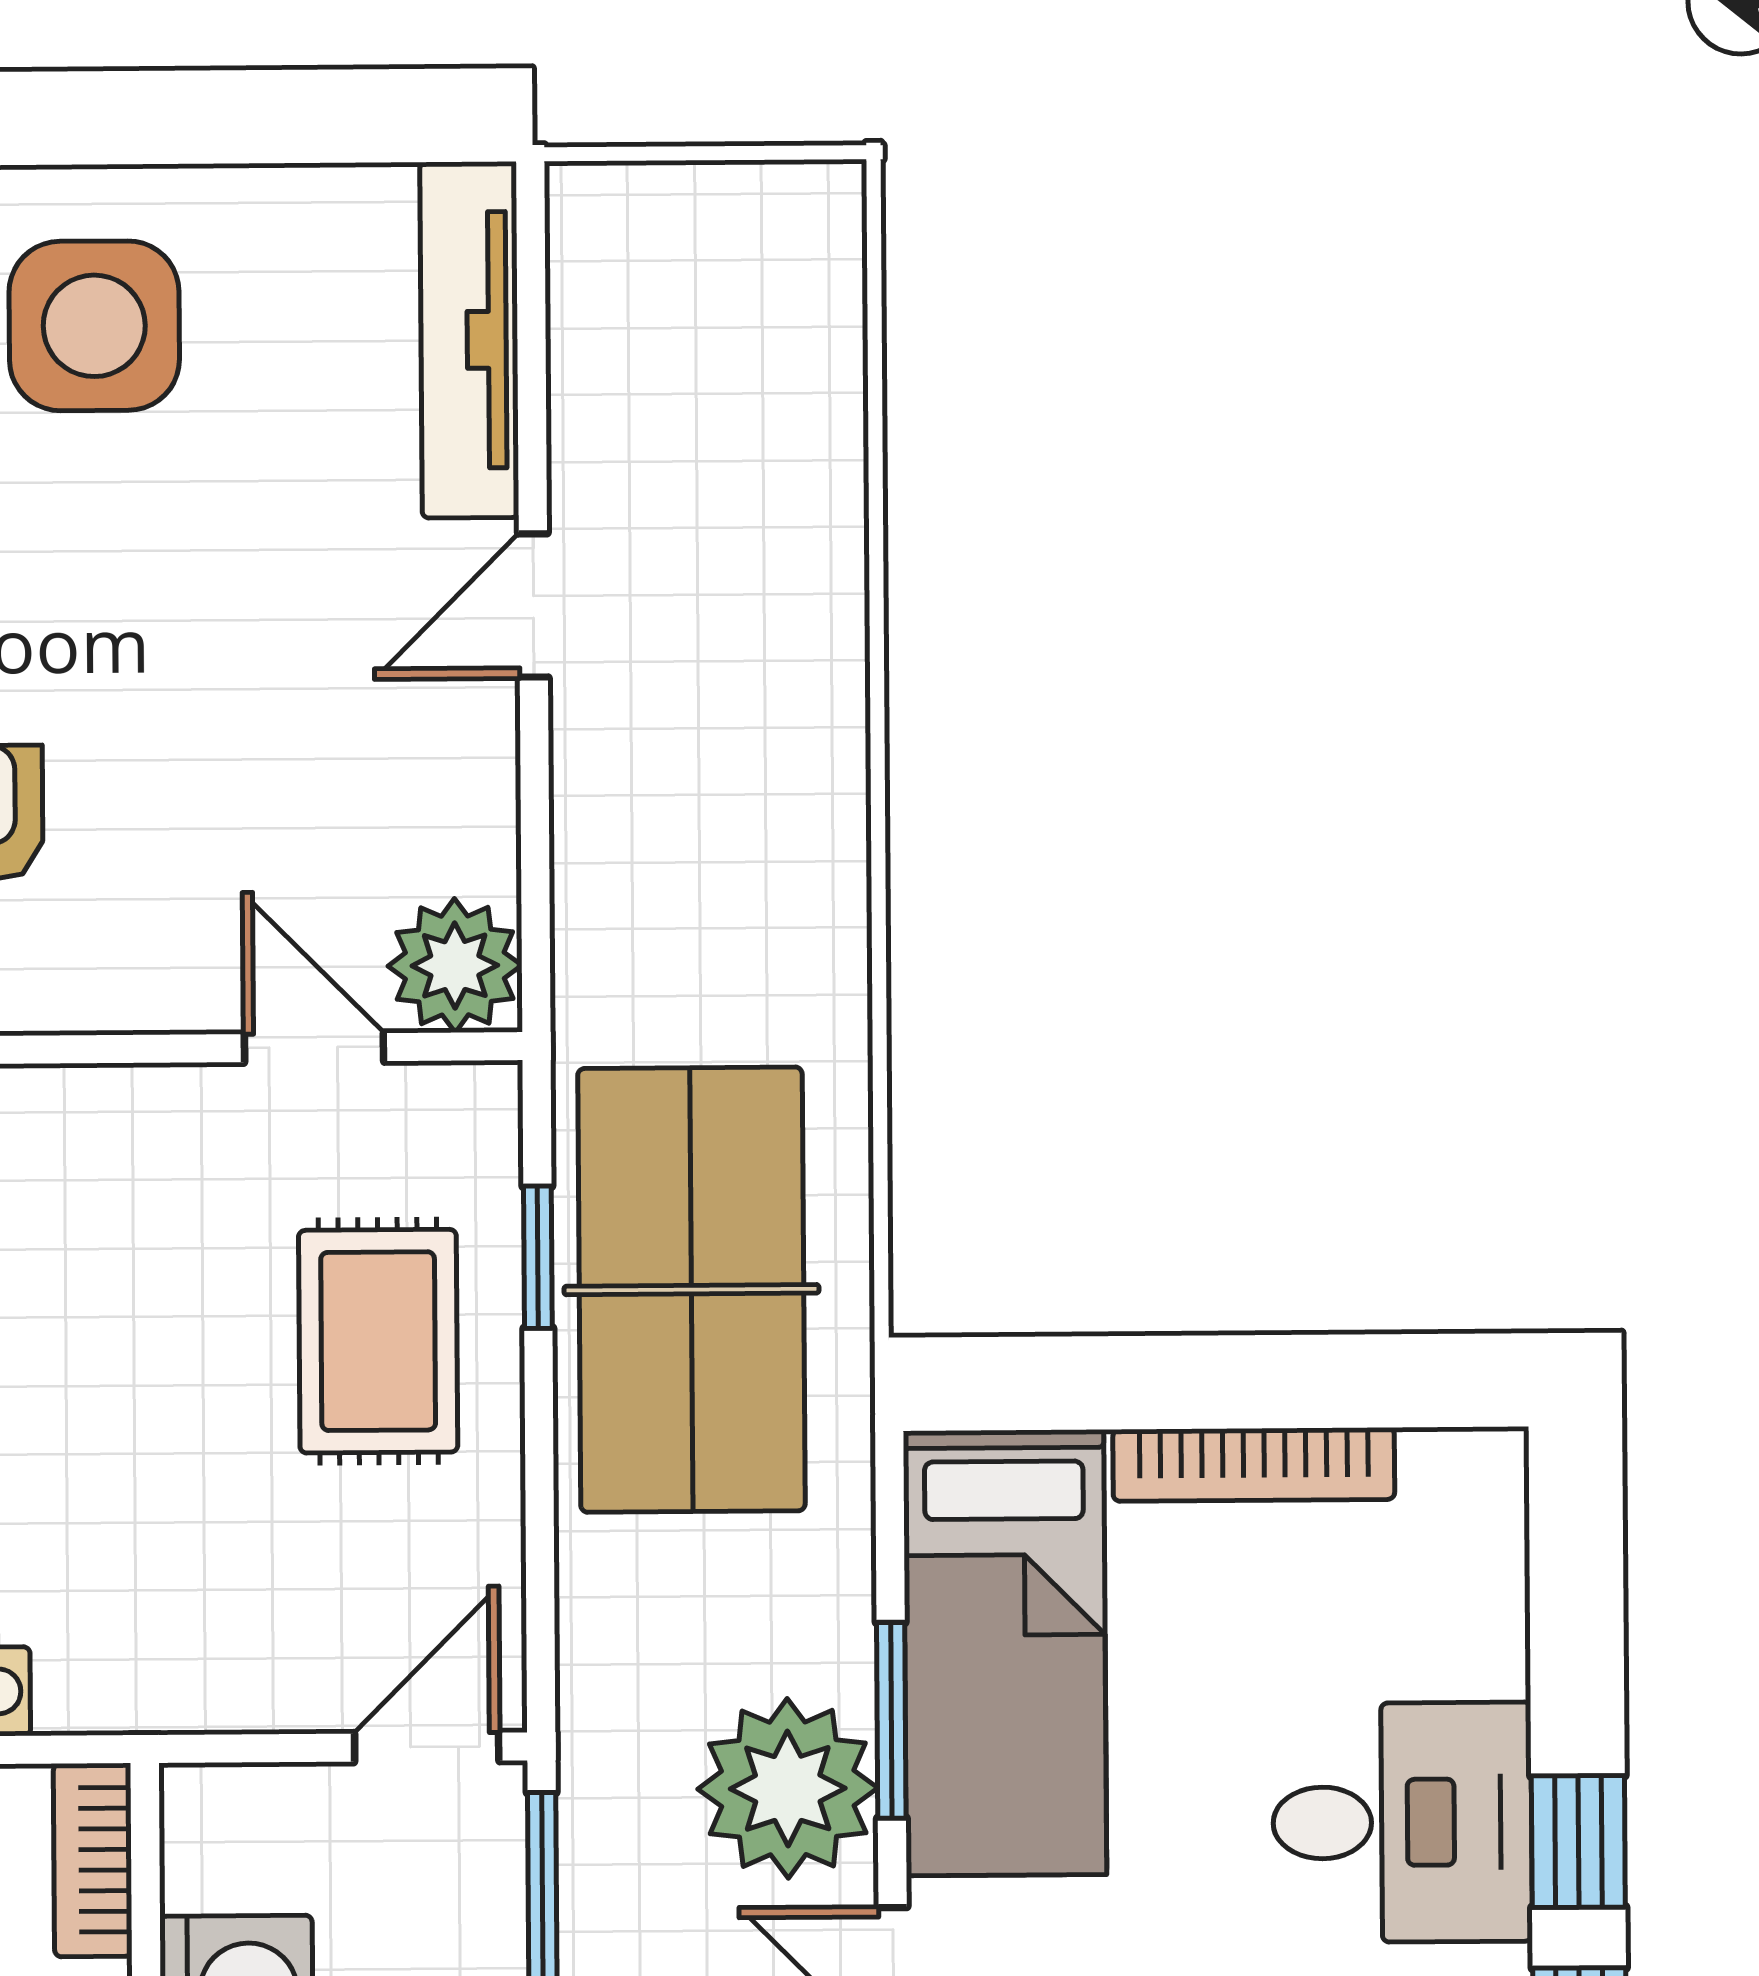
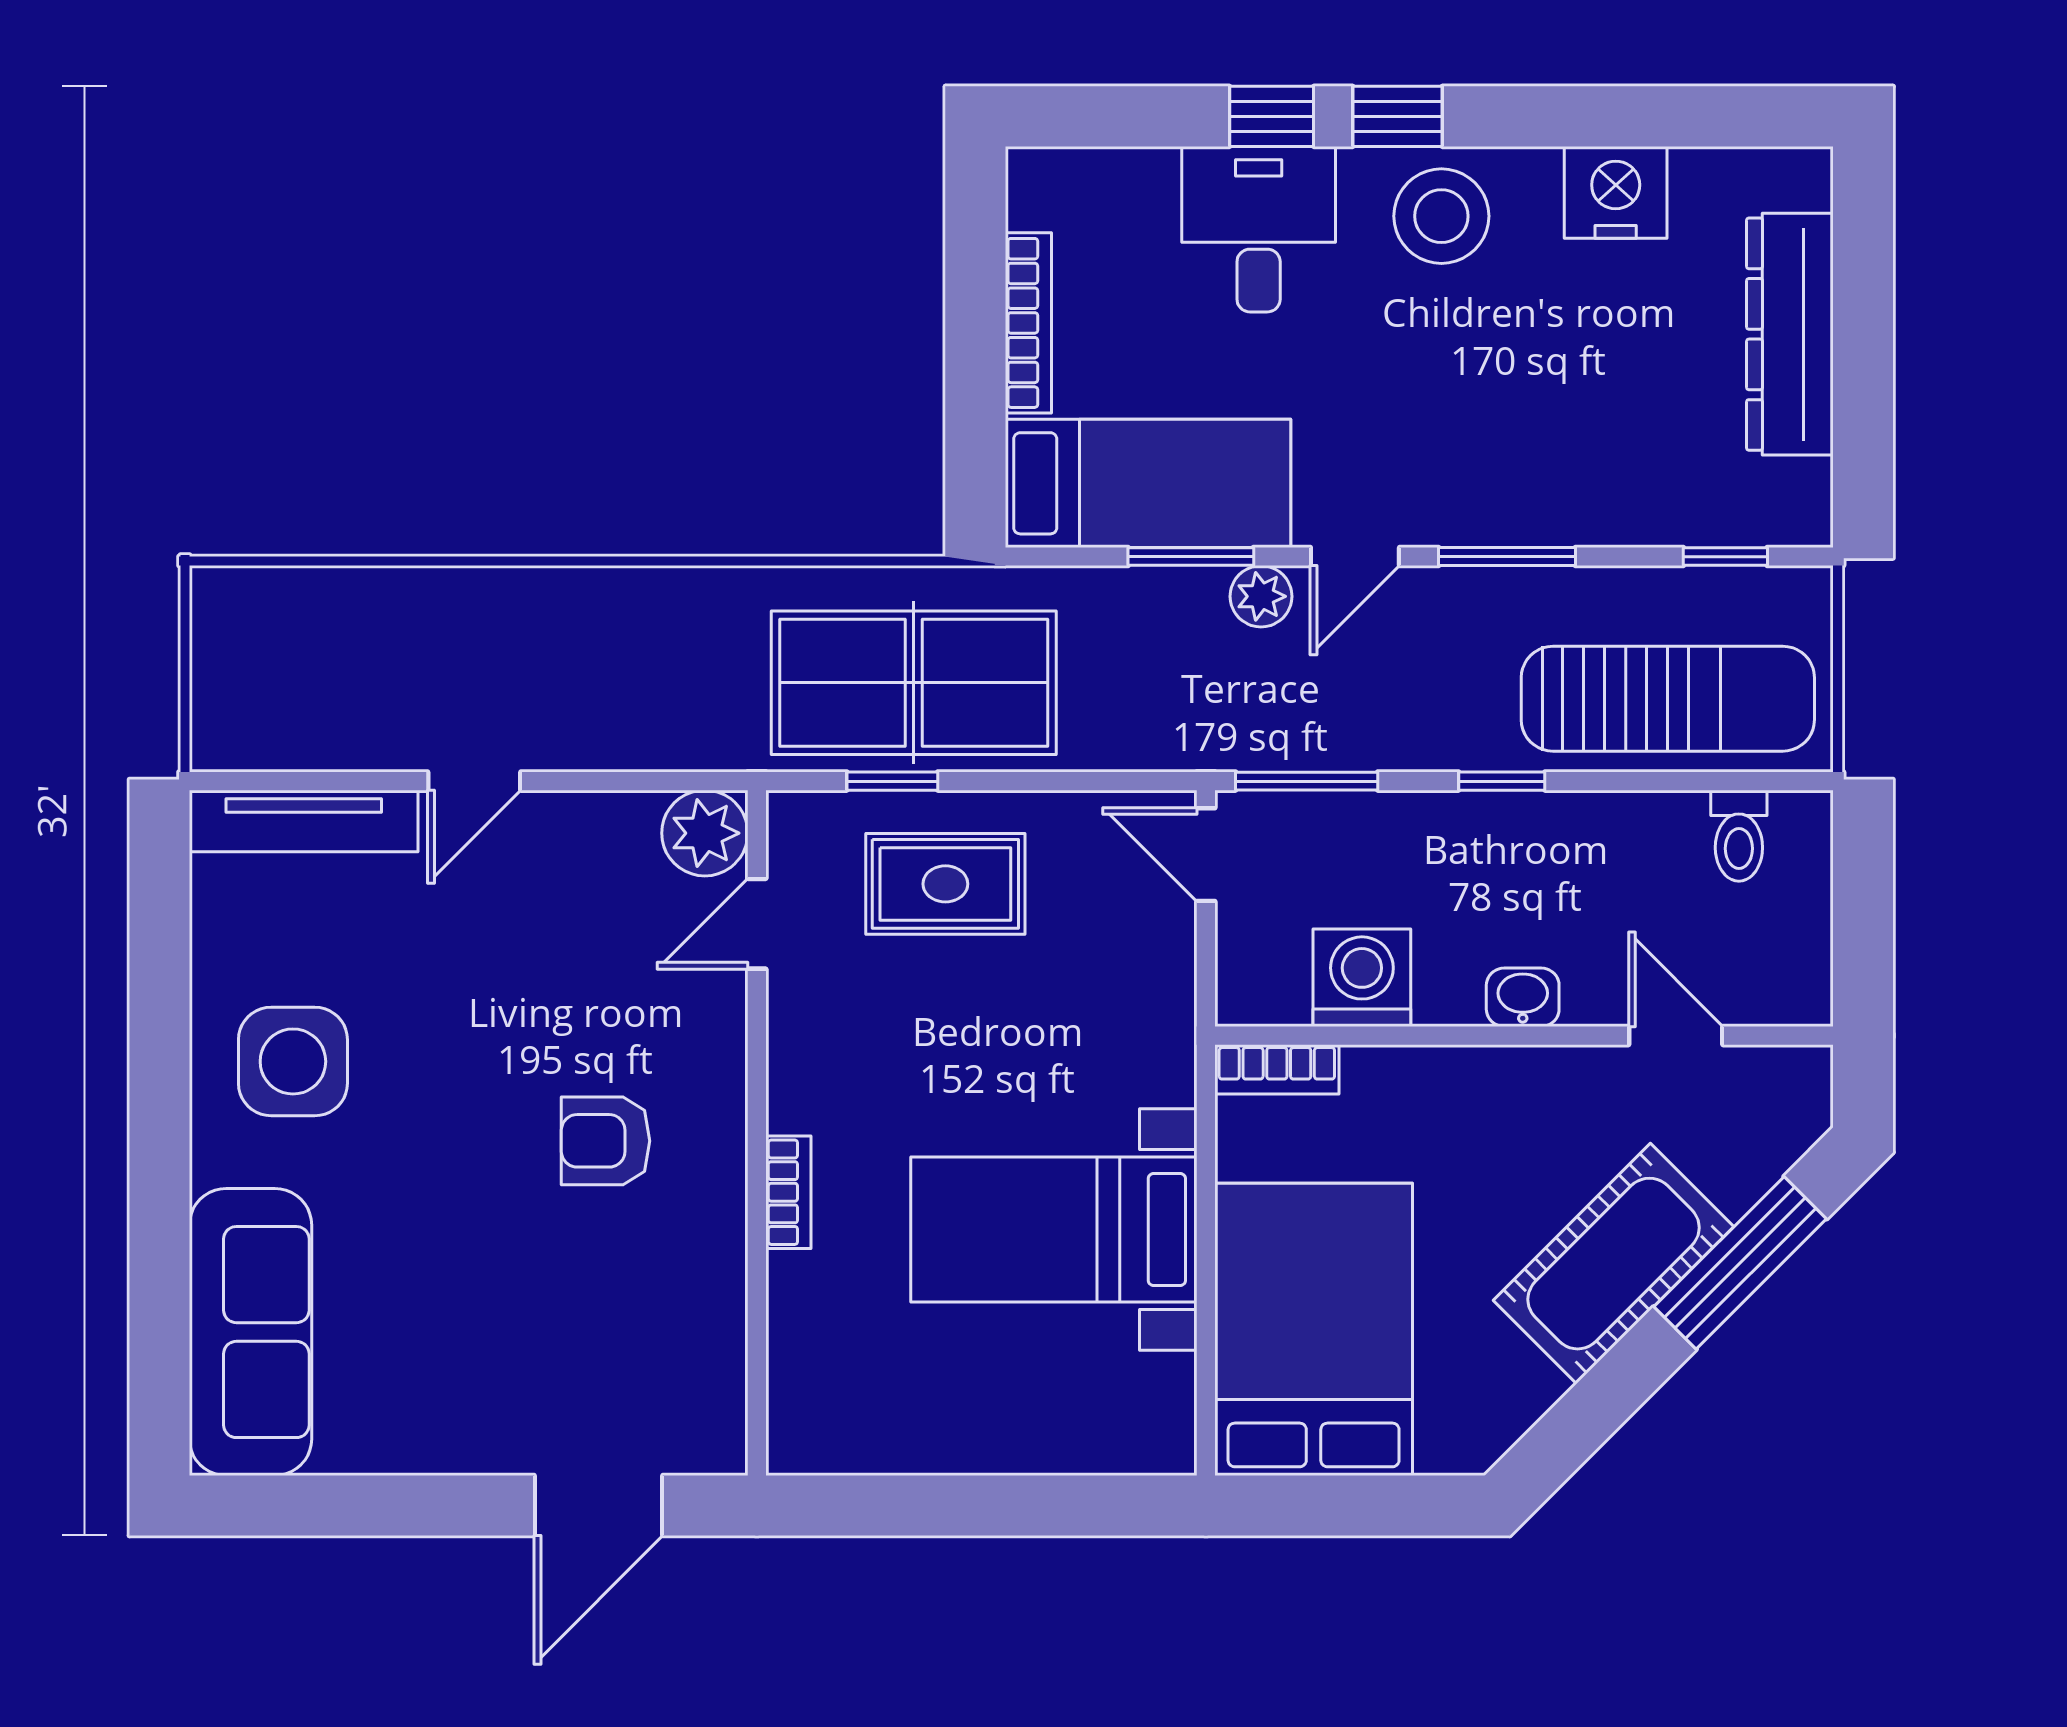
door: (533, 606) -> (474, 781), hinge flipped
plant: (788, 1788) -> (1261, 596), width x0.53, depth x0.53

